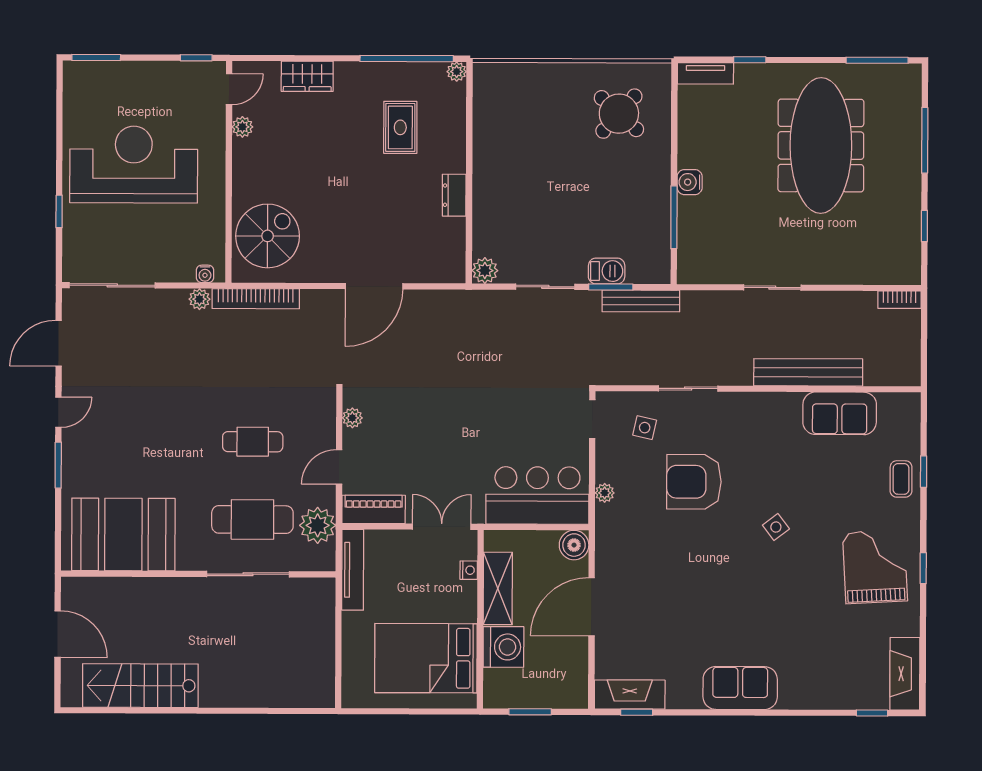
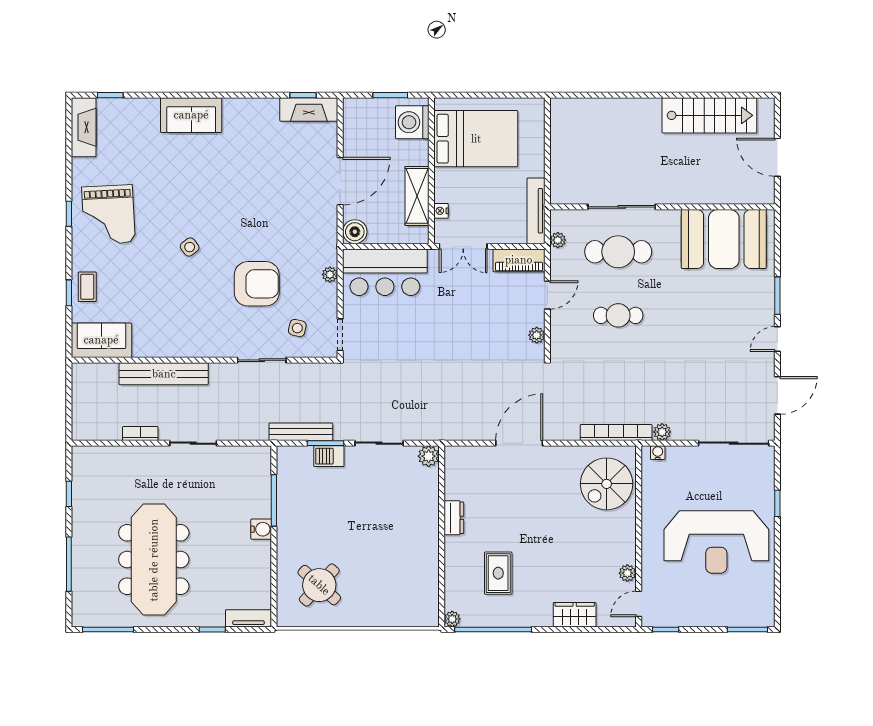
bookcase: (899, 300) -> (140, 433), moved
sofa: (840, 413) -> (101, 340), moved
plant: (318, 525) -> (558, 240), width x0.53, depth x0.53
washing machine: (503, 647) -> (412, 122), moved
sofa: (740, 688) -> (191, 115), moved

